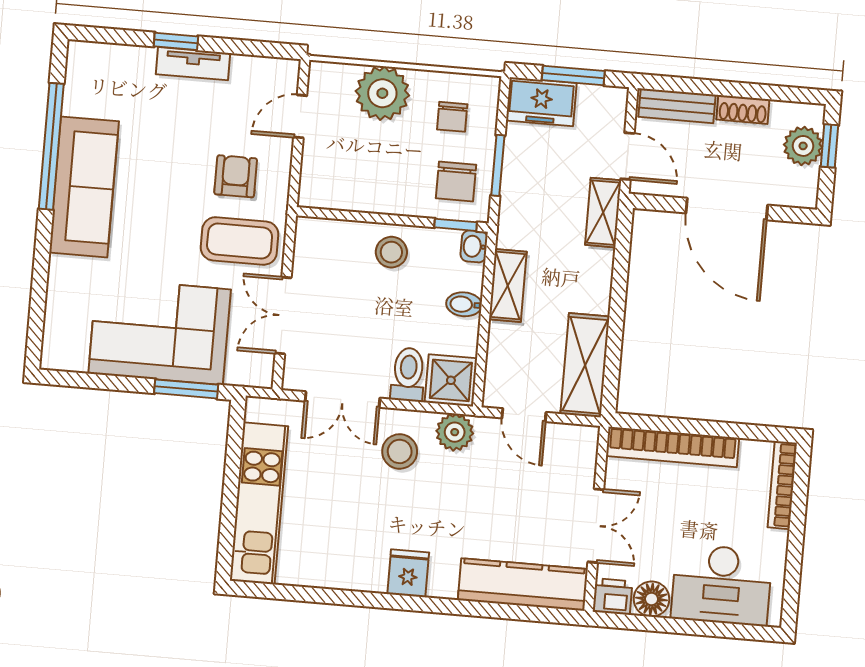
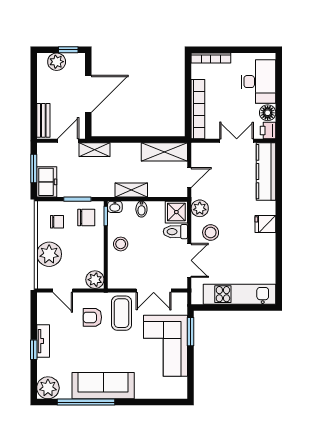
plant: (90, 66) -> (48, 388), added
shoe rack: (743, 109) -> (42, 90), removed
window: (830, 146) -> (68, 50), moved
plant: (318, 189) -> (95, 280), added

